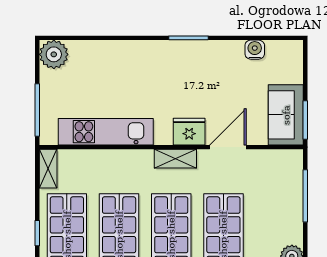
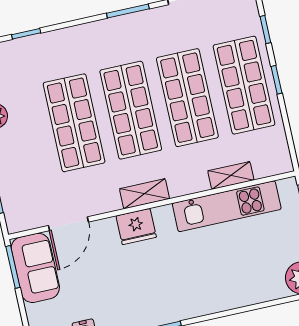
door: (228, 147) -> (68, 224), moved
shelving: (48, 169) -> (231, 175), moved, turned 90

